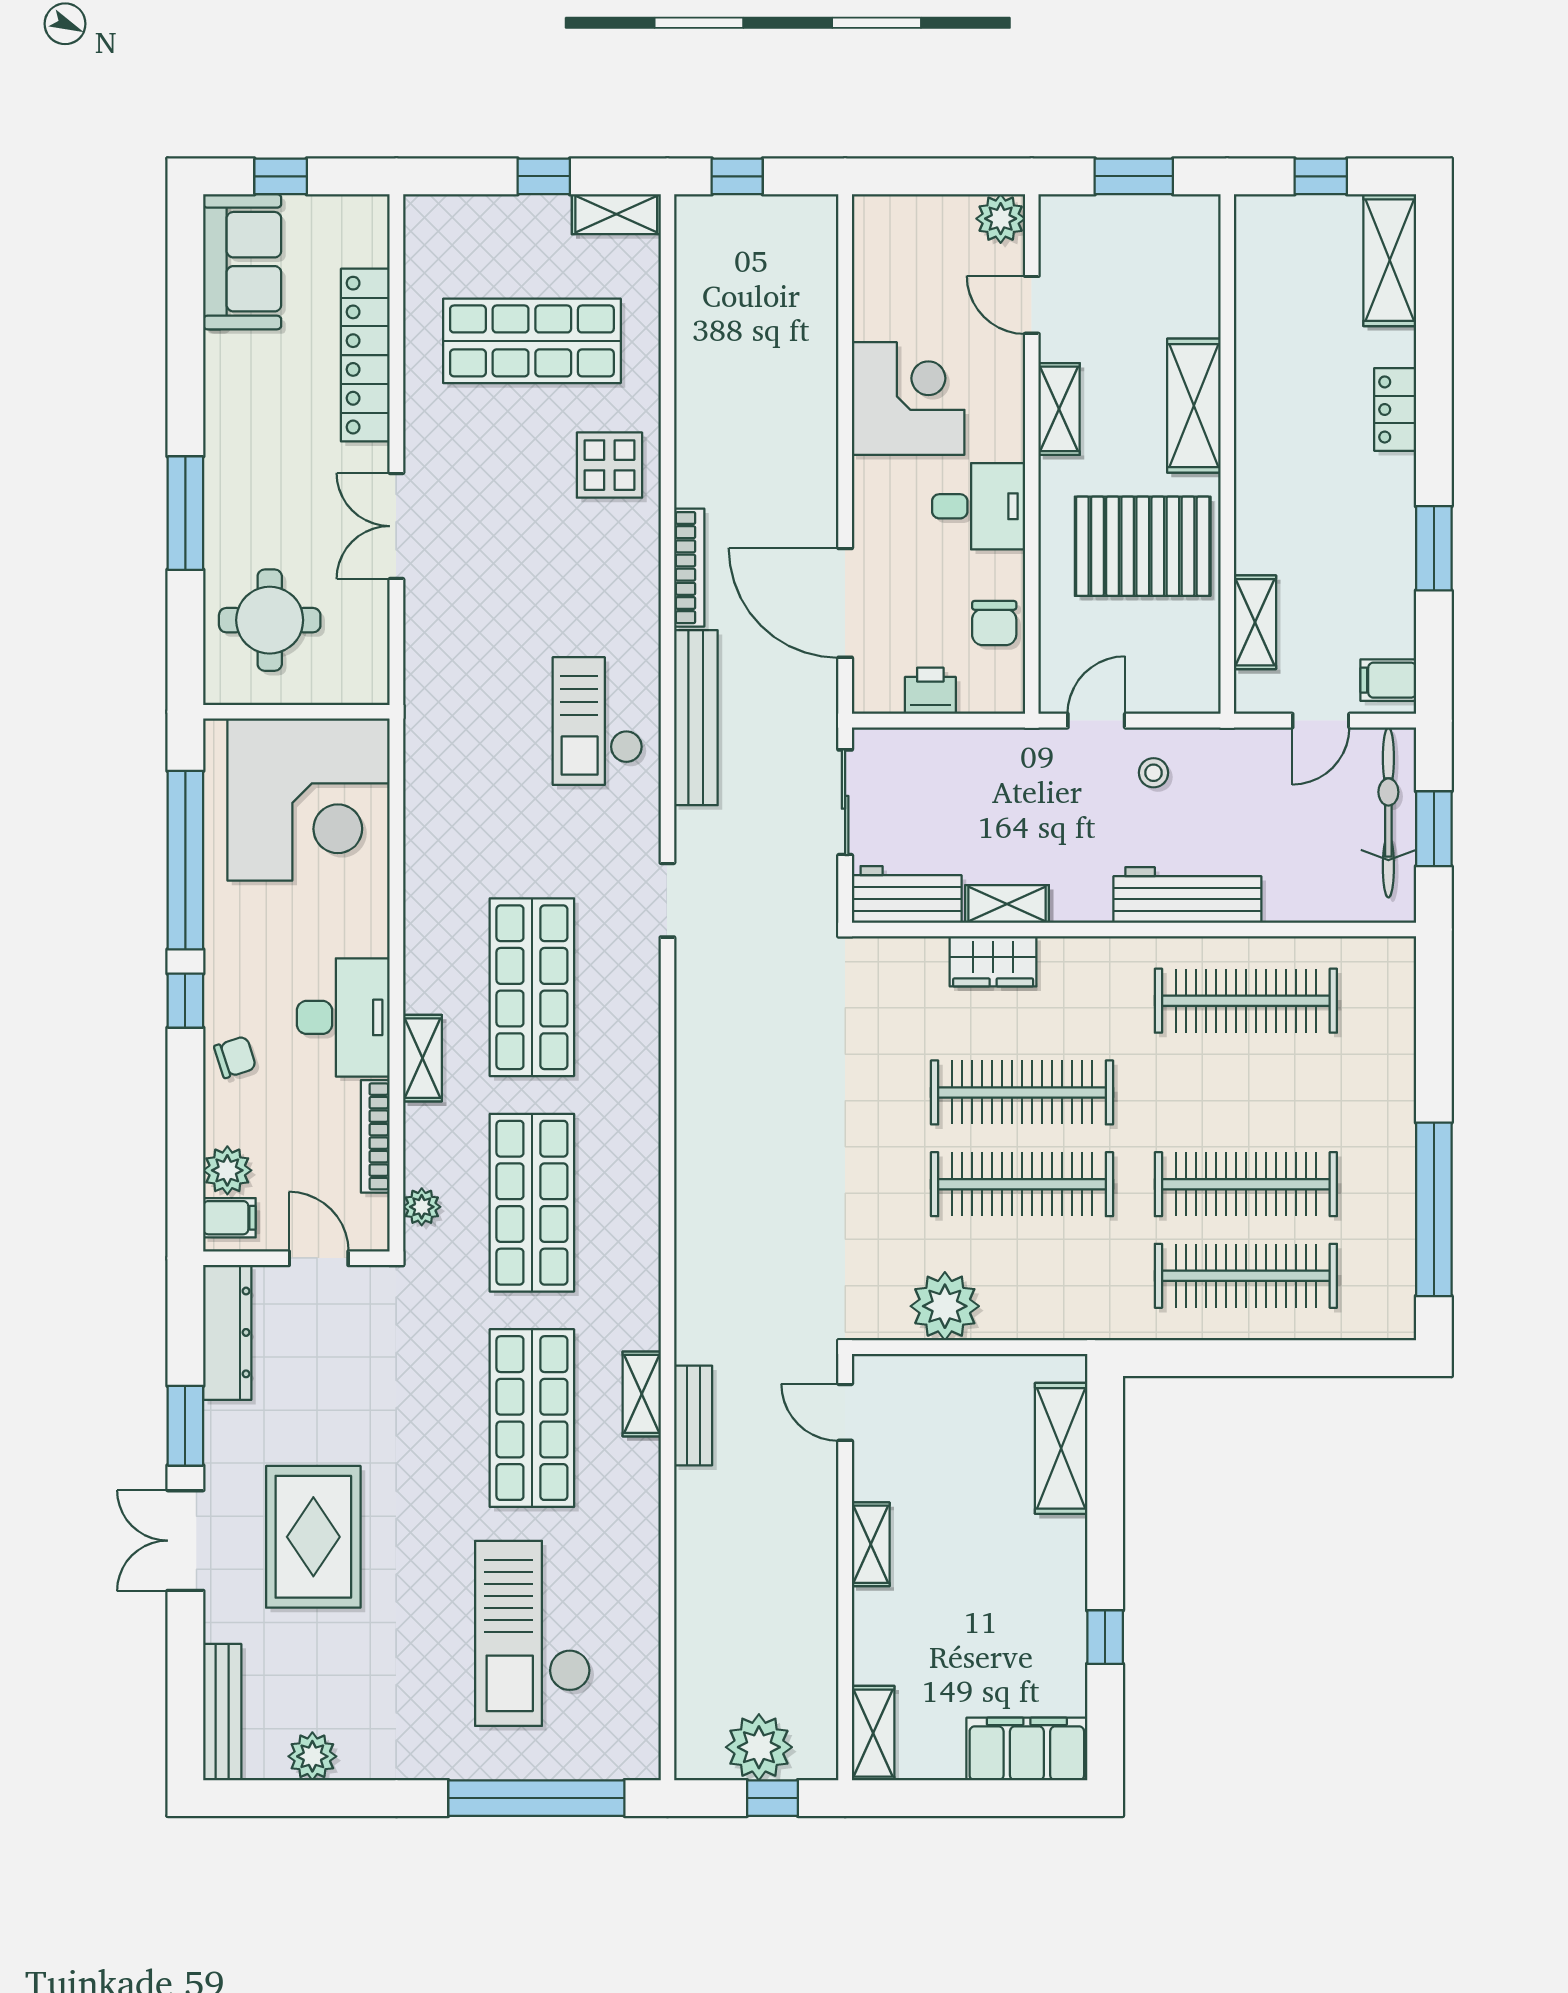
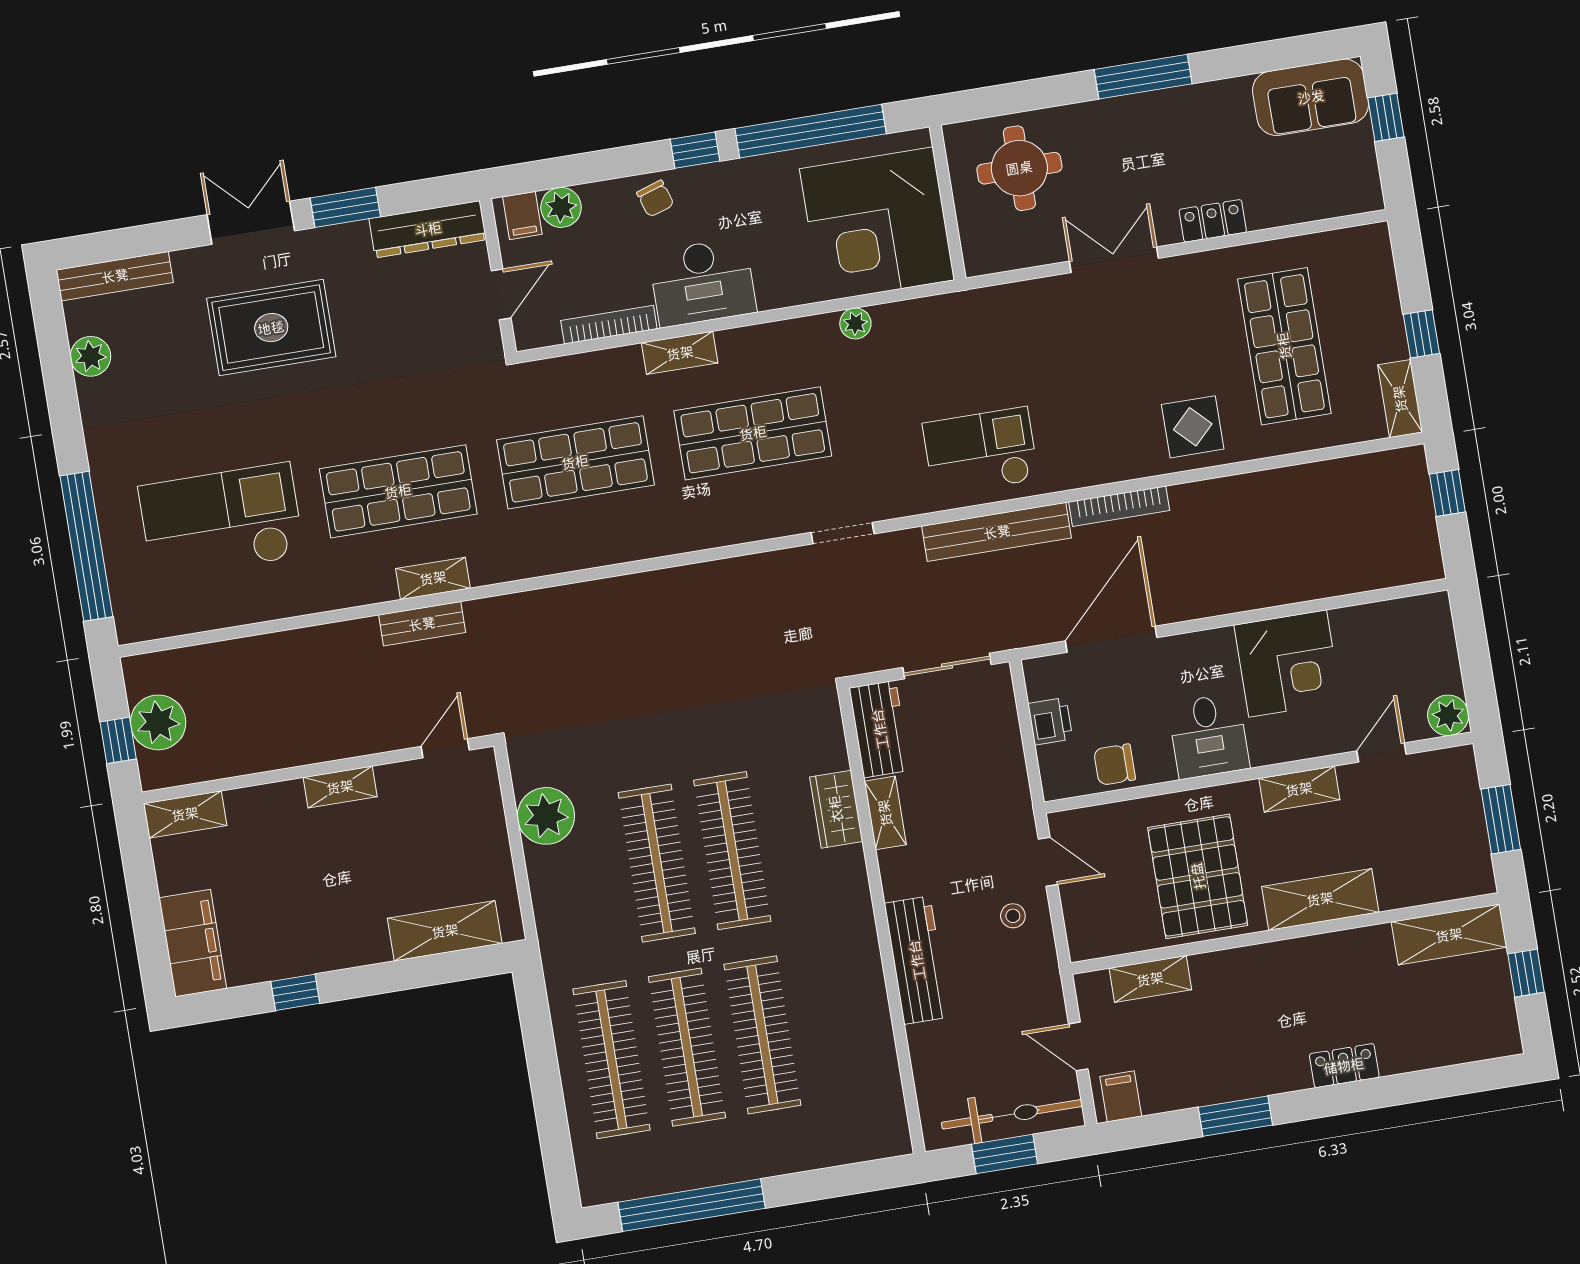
shelving: (1390, 260) -> (1449, 935), moved
locker: (365, 355) -> (1213, 221), width x0.46, depth x0.83
window: (185, 513) -> (1143, 77), moved
clothes rail: (1246, 1001) -> (762, 1035), moved
plant: (422, 1207) -> (855, 323), moved

